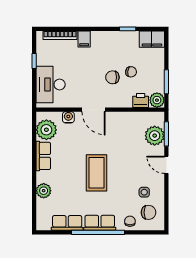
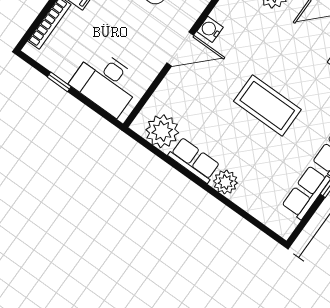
water cooler: (68, 117) -> (210, 29), moved
plant: (44, 191) -> (226, 182), moved

